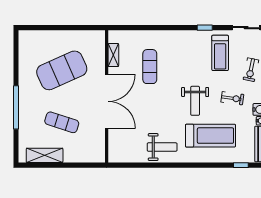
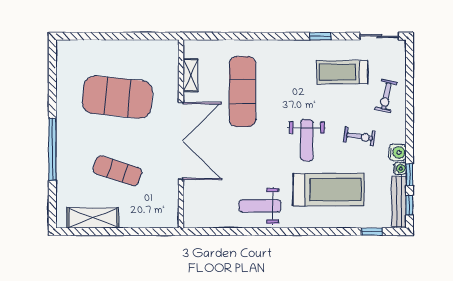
treadmill: (220, 53) -> (342, 72), turned 90
exercise mat: (150, 67) -> (242, 92), width x1.36, depth x1.45
exercise mat: (62, 70) -> (117, 97), turned 30
weight bench: (162, 147) -> (260, 206), turned 180

